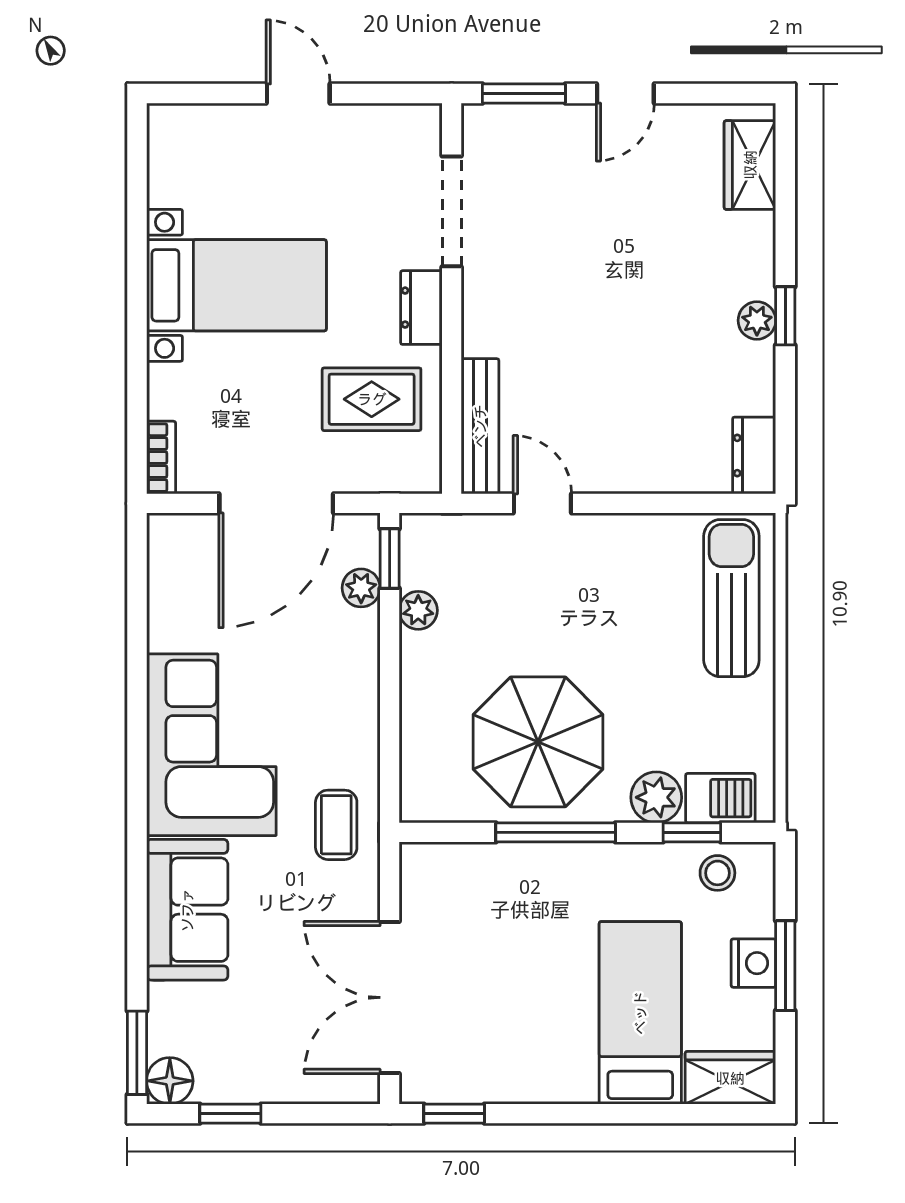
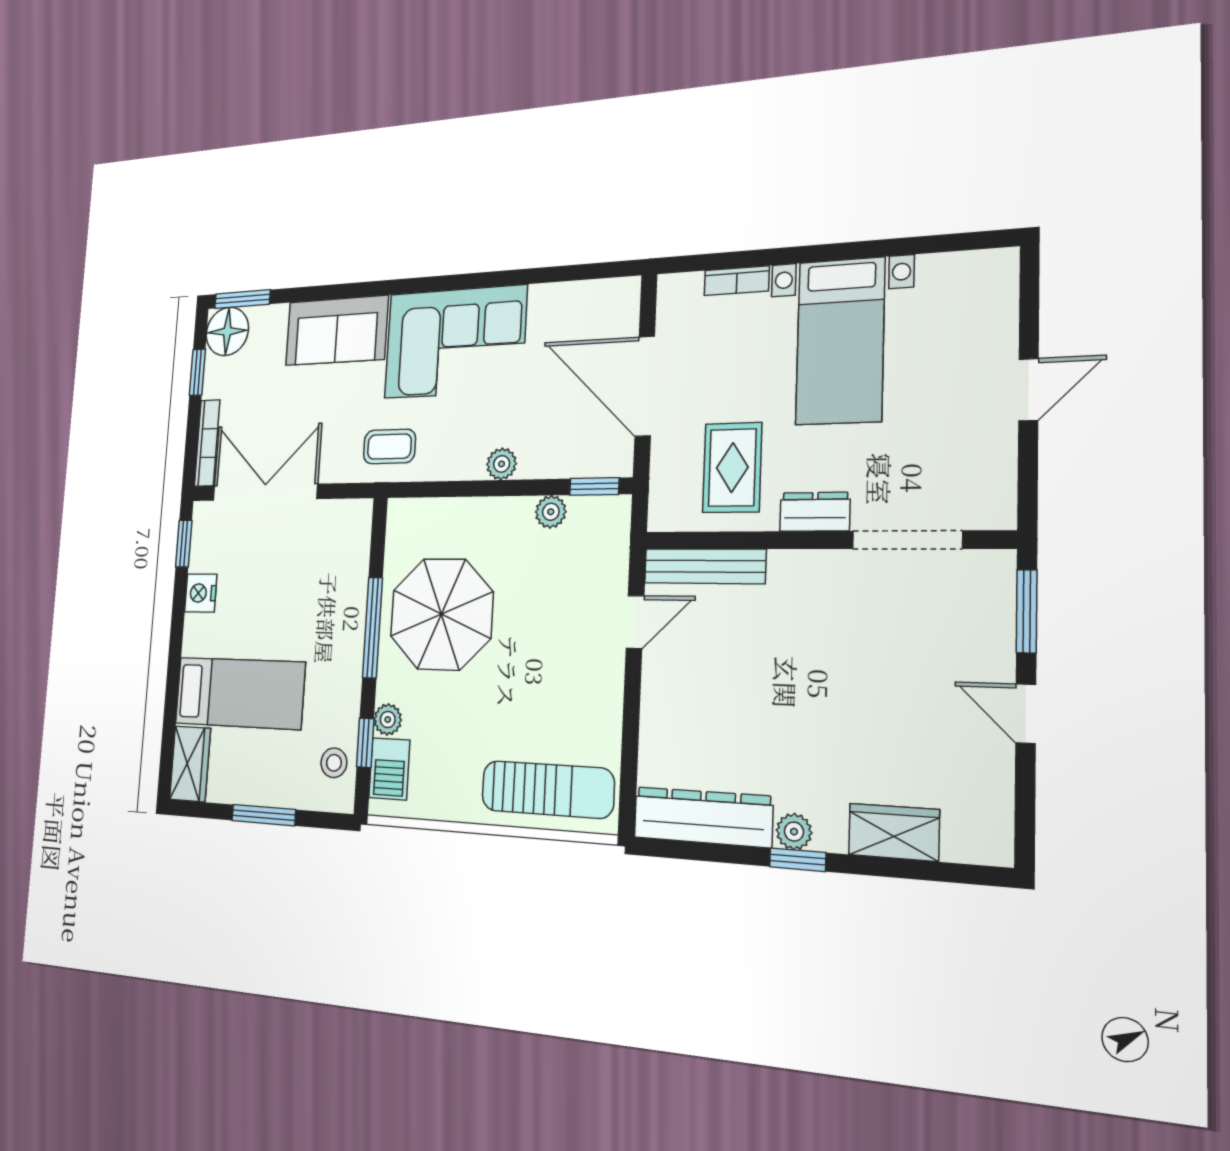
wardrobe: (750, 165) -> (894, 832), moved
dresser: (754, 455) -> (703, 817), width x1.96, depth x1.24
bookcase: (161, 458) -> (737, 281), moved
plant: (361, 588) -> (502, 464), moved
plant: (656, 797) -> (388, 720), width x0.73, depth x0.73
nightstand: (753, 963) -> (201, 593), moved, turned 90
floor lamp: (170, 1081) -> (227, 331), width x1.38, depth x1.38
bookcase: (324, 1090) -> (207, 443), added

